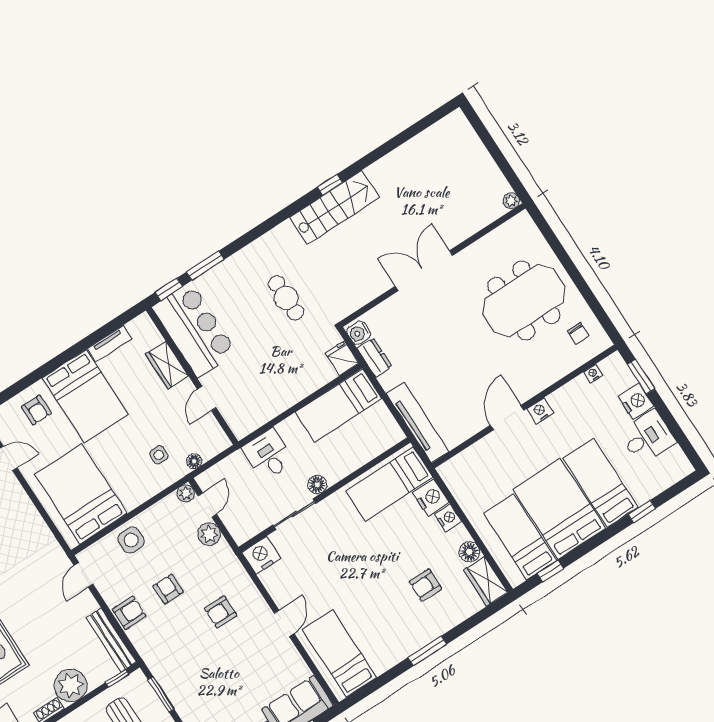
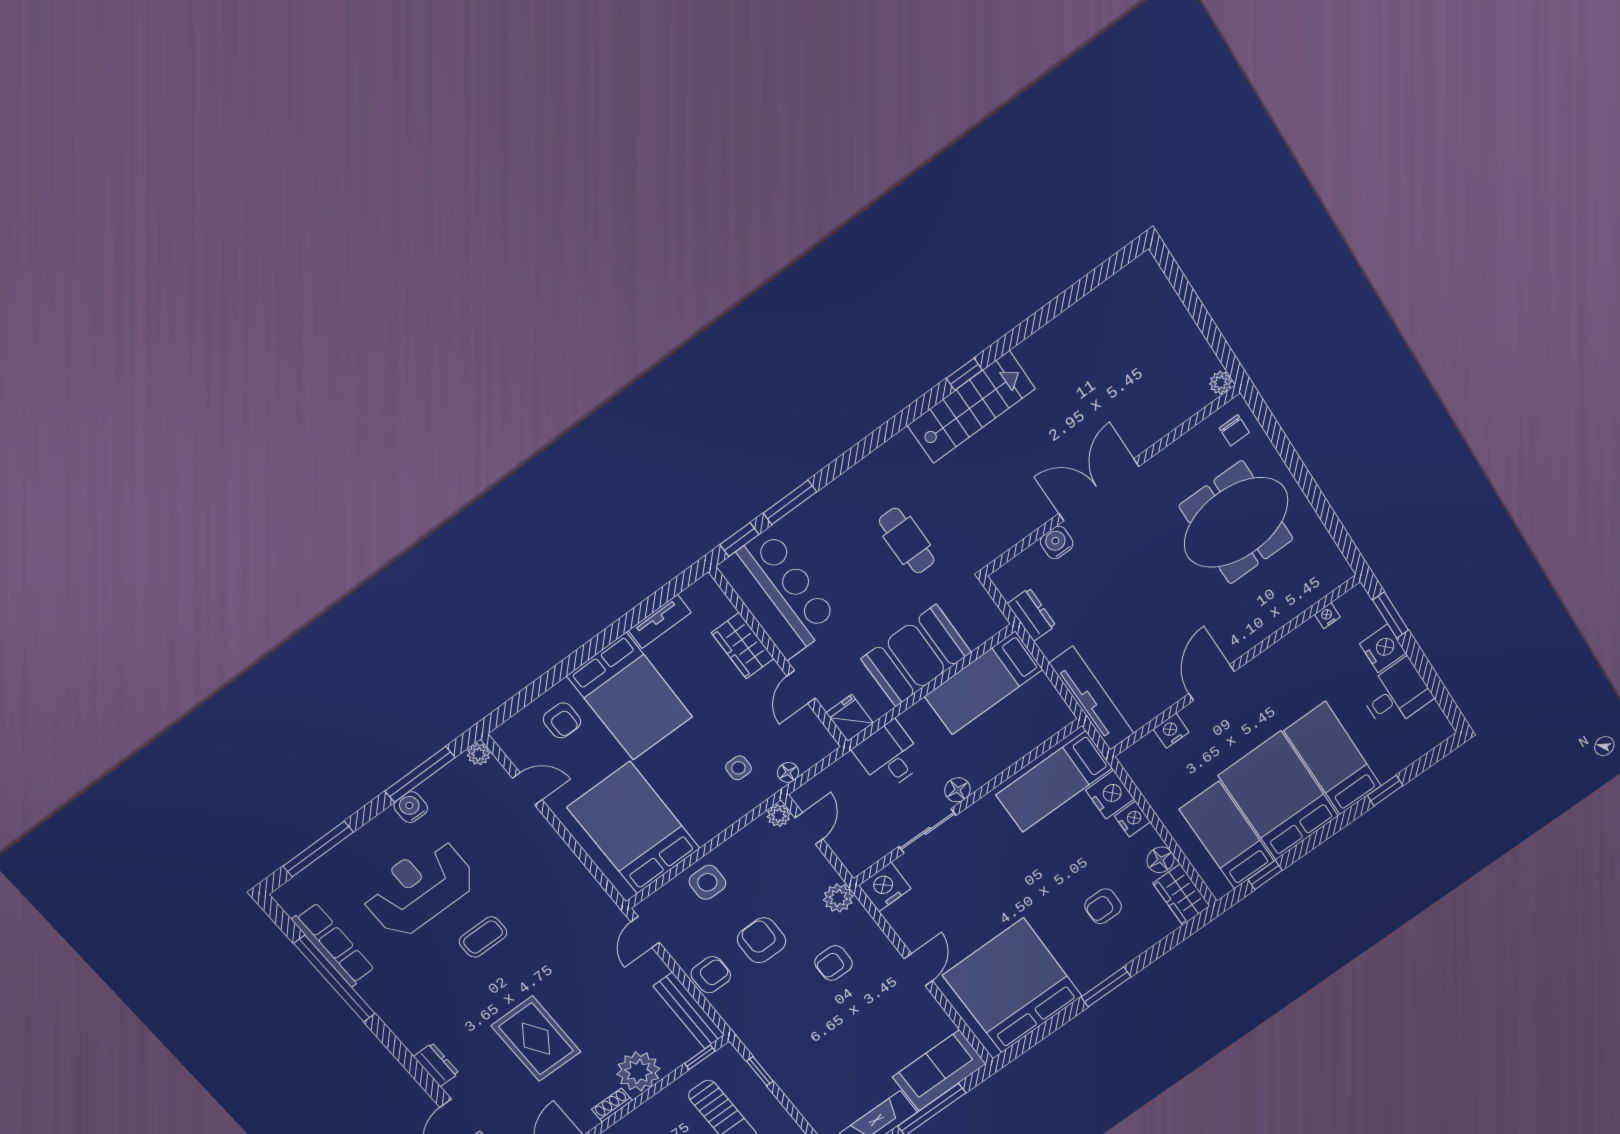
water cooler: (359, 333) -> (1057, 543), moved, turned 90
chair: (578, 333) -> (1234, 430), moved
fridge: (342, 358) -> (850, 718), moved
booth: (290, 381) -> (916, 655), added
nightstand: (540, 411) -> (1171, 731), moved
plant: (209, 534) -> (838, 898), moved
armchair: (168, 589) -> (762, 940), width x1.38, depth x1.38
bed: (339, 653) -> (1013, 986), width x2.04
window: (161, 694) -> (760, 1071), width x0.67

